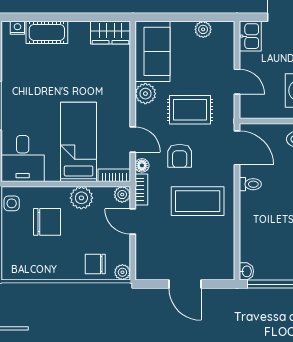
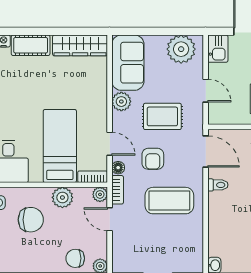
plant: (203, 29) -> (181, 49), width x1.87, depth x1.87
wardrobe: (110, 33) -> (80, 45), width x1.50

